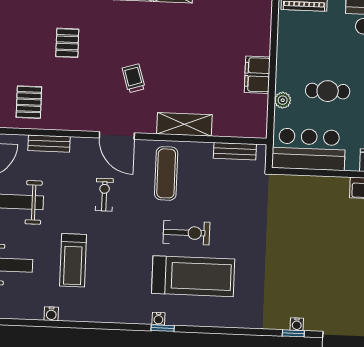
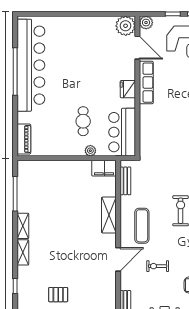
filing cabinet: (257, 75) -> (104, 168), moved
trolley: (134, 78) -> (80, 250), removed
exercise mat: (166, 173) -> (142, 226), turned 90

